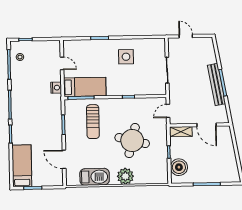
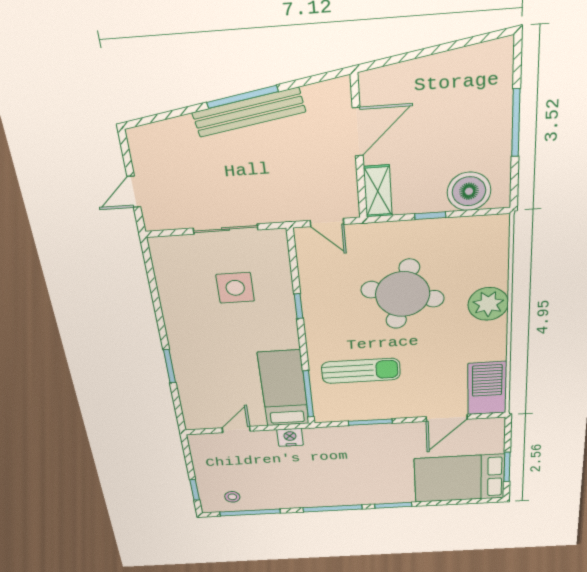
side table: (126, 57) -> (235, 288), moved
bed: (22, 166) -> (460, 478), width x1.50
barbecue: (95, 177) -> (487, 388), moved

